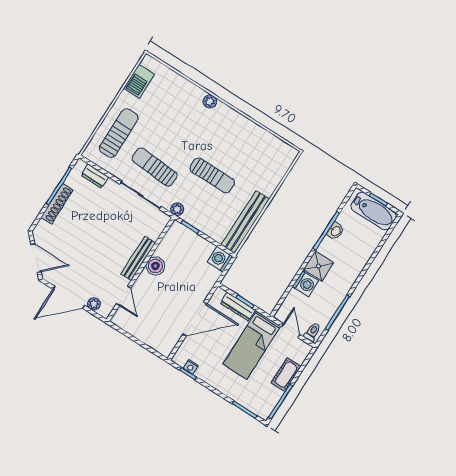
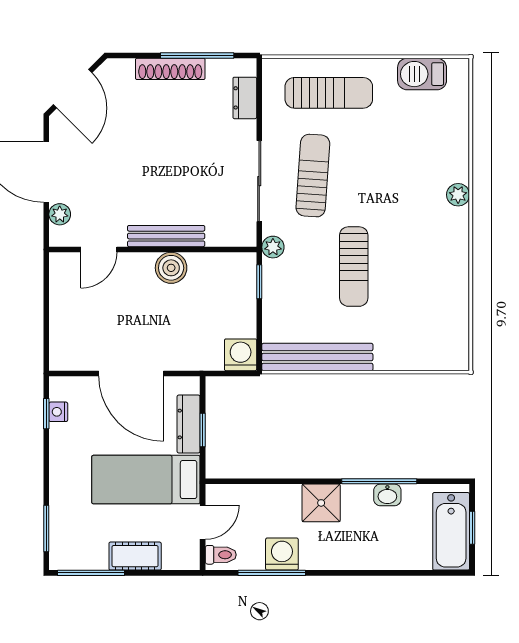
washing machine: (305, 284) -> (282, 554), moved, turned 180

